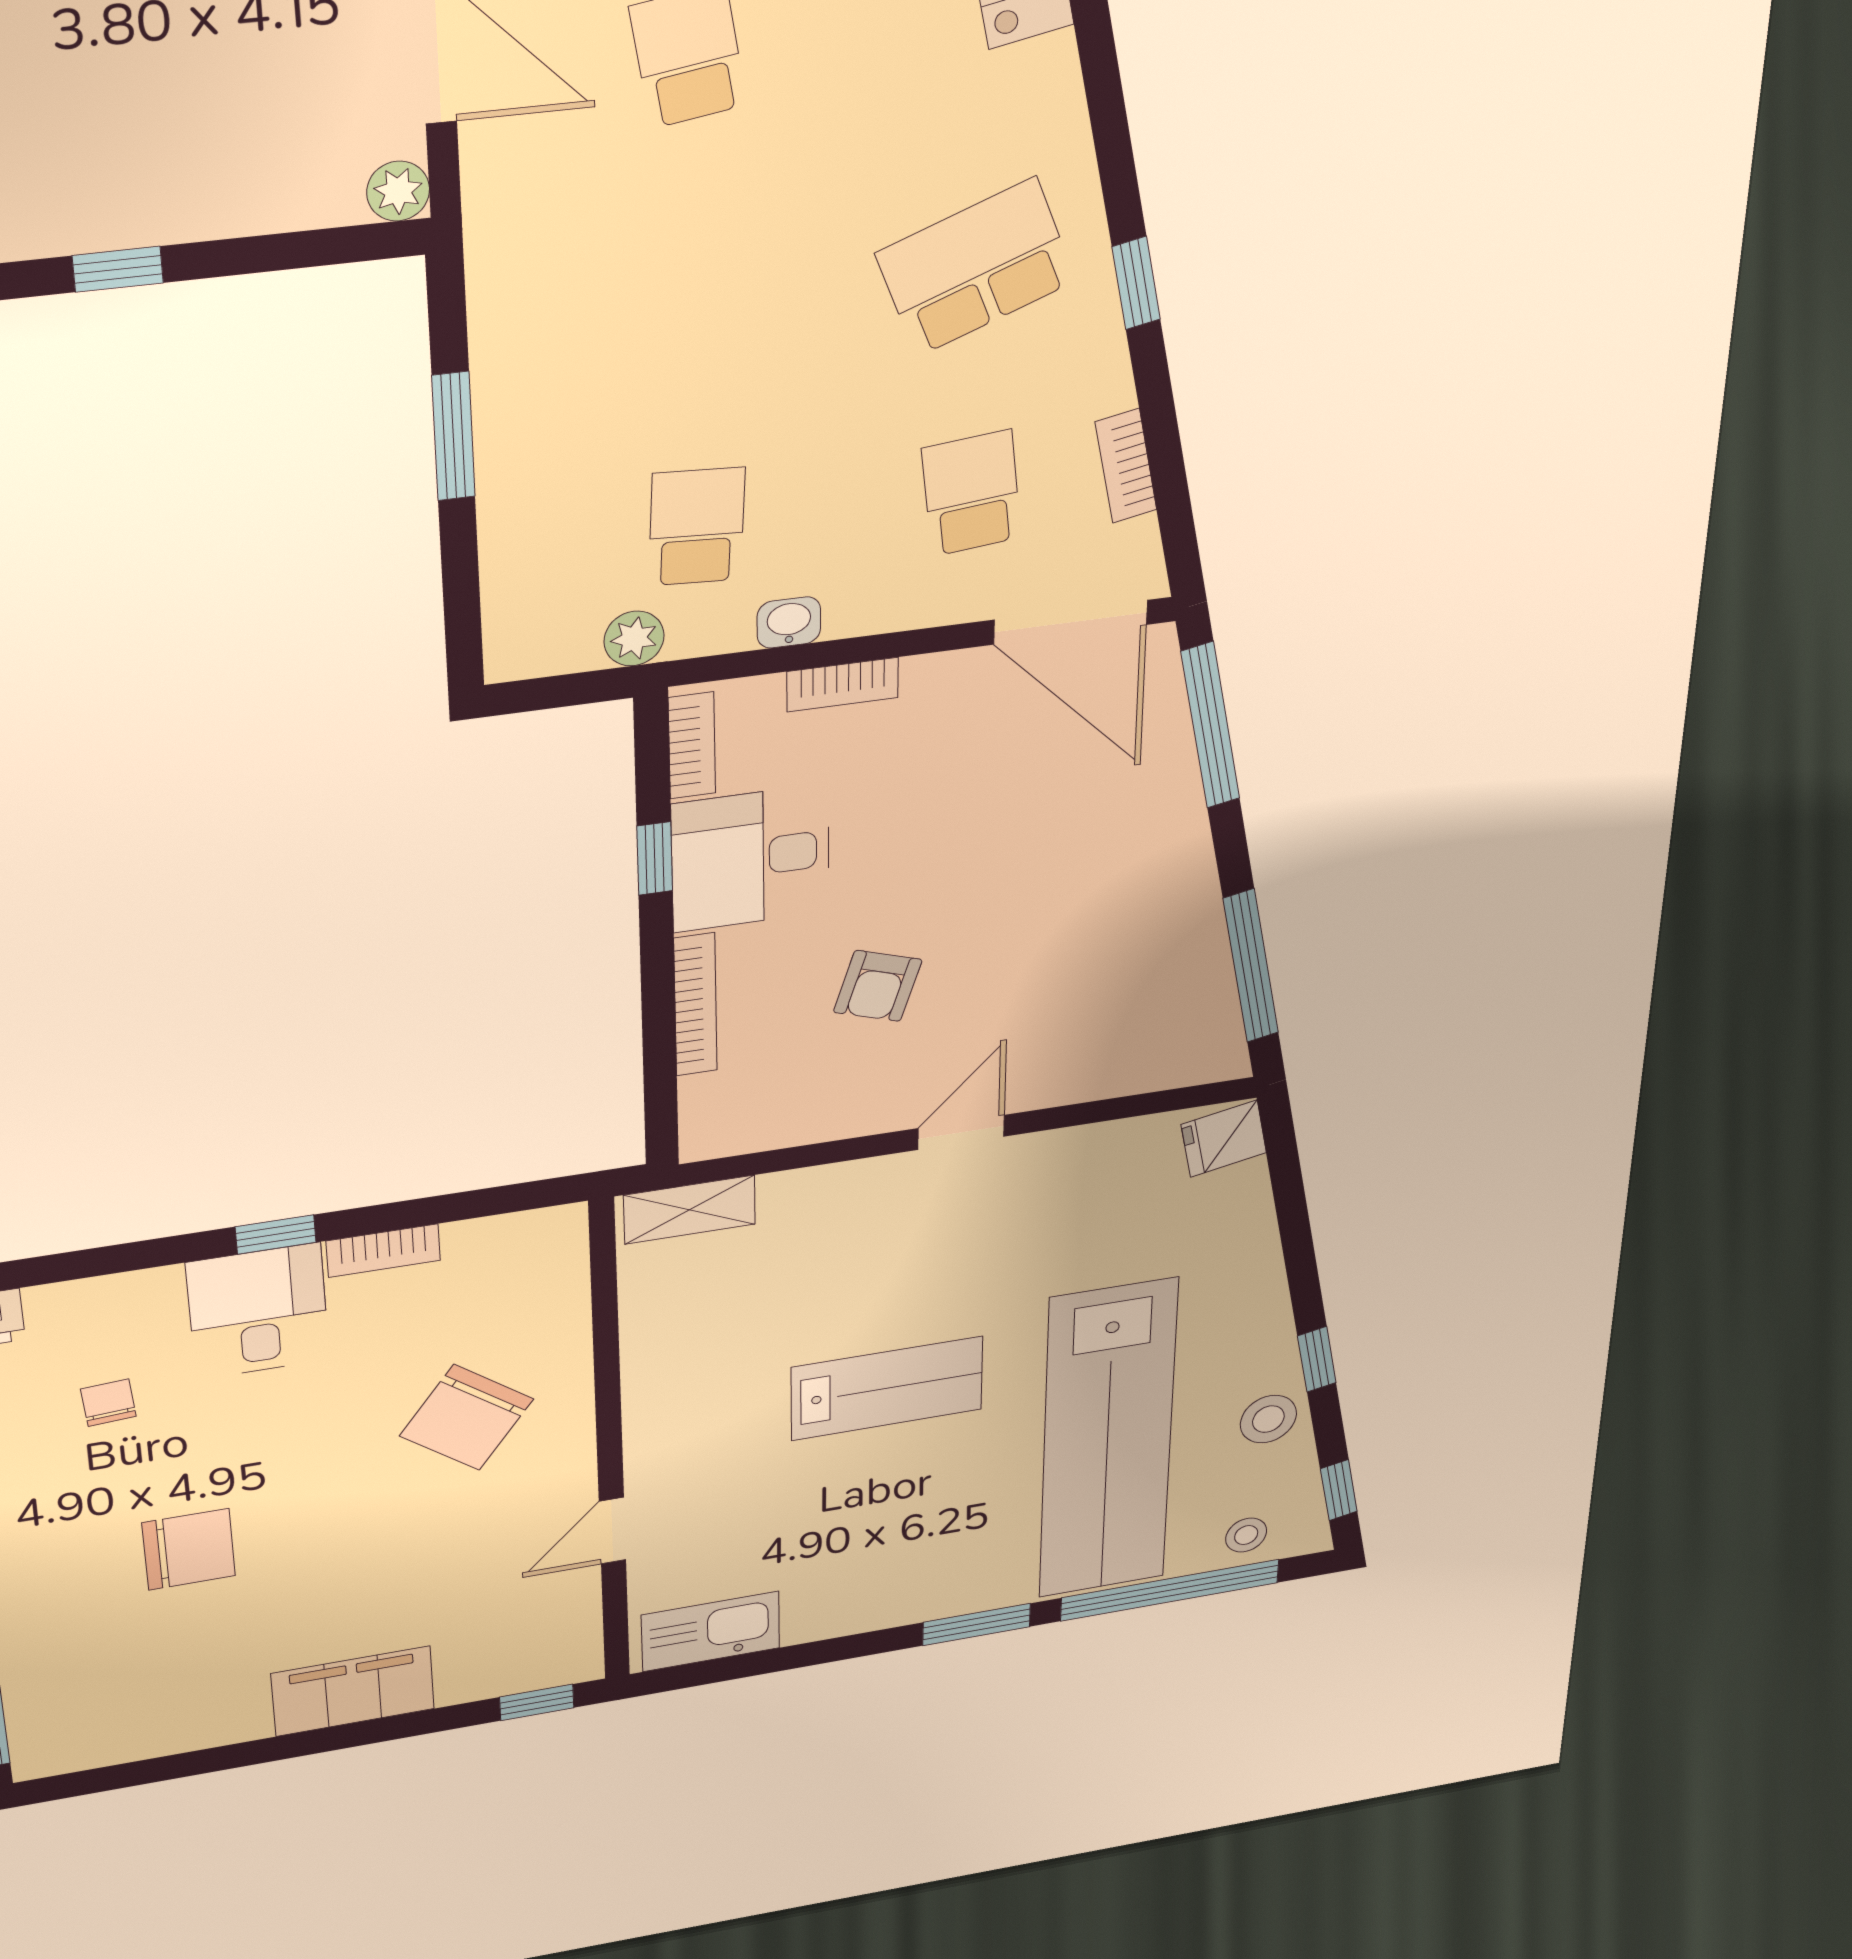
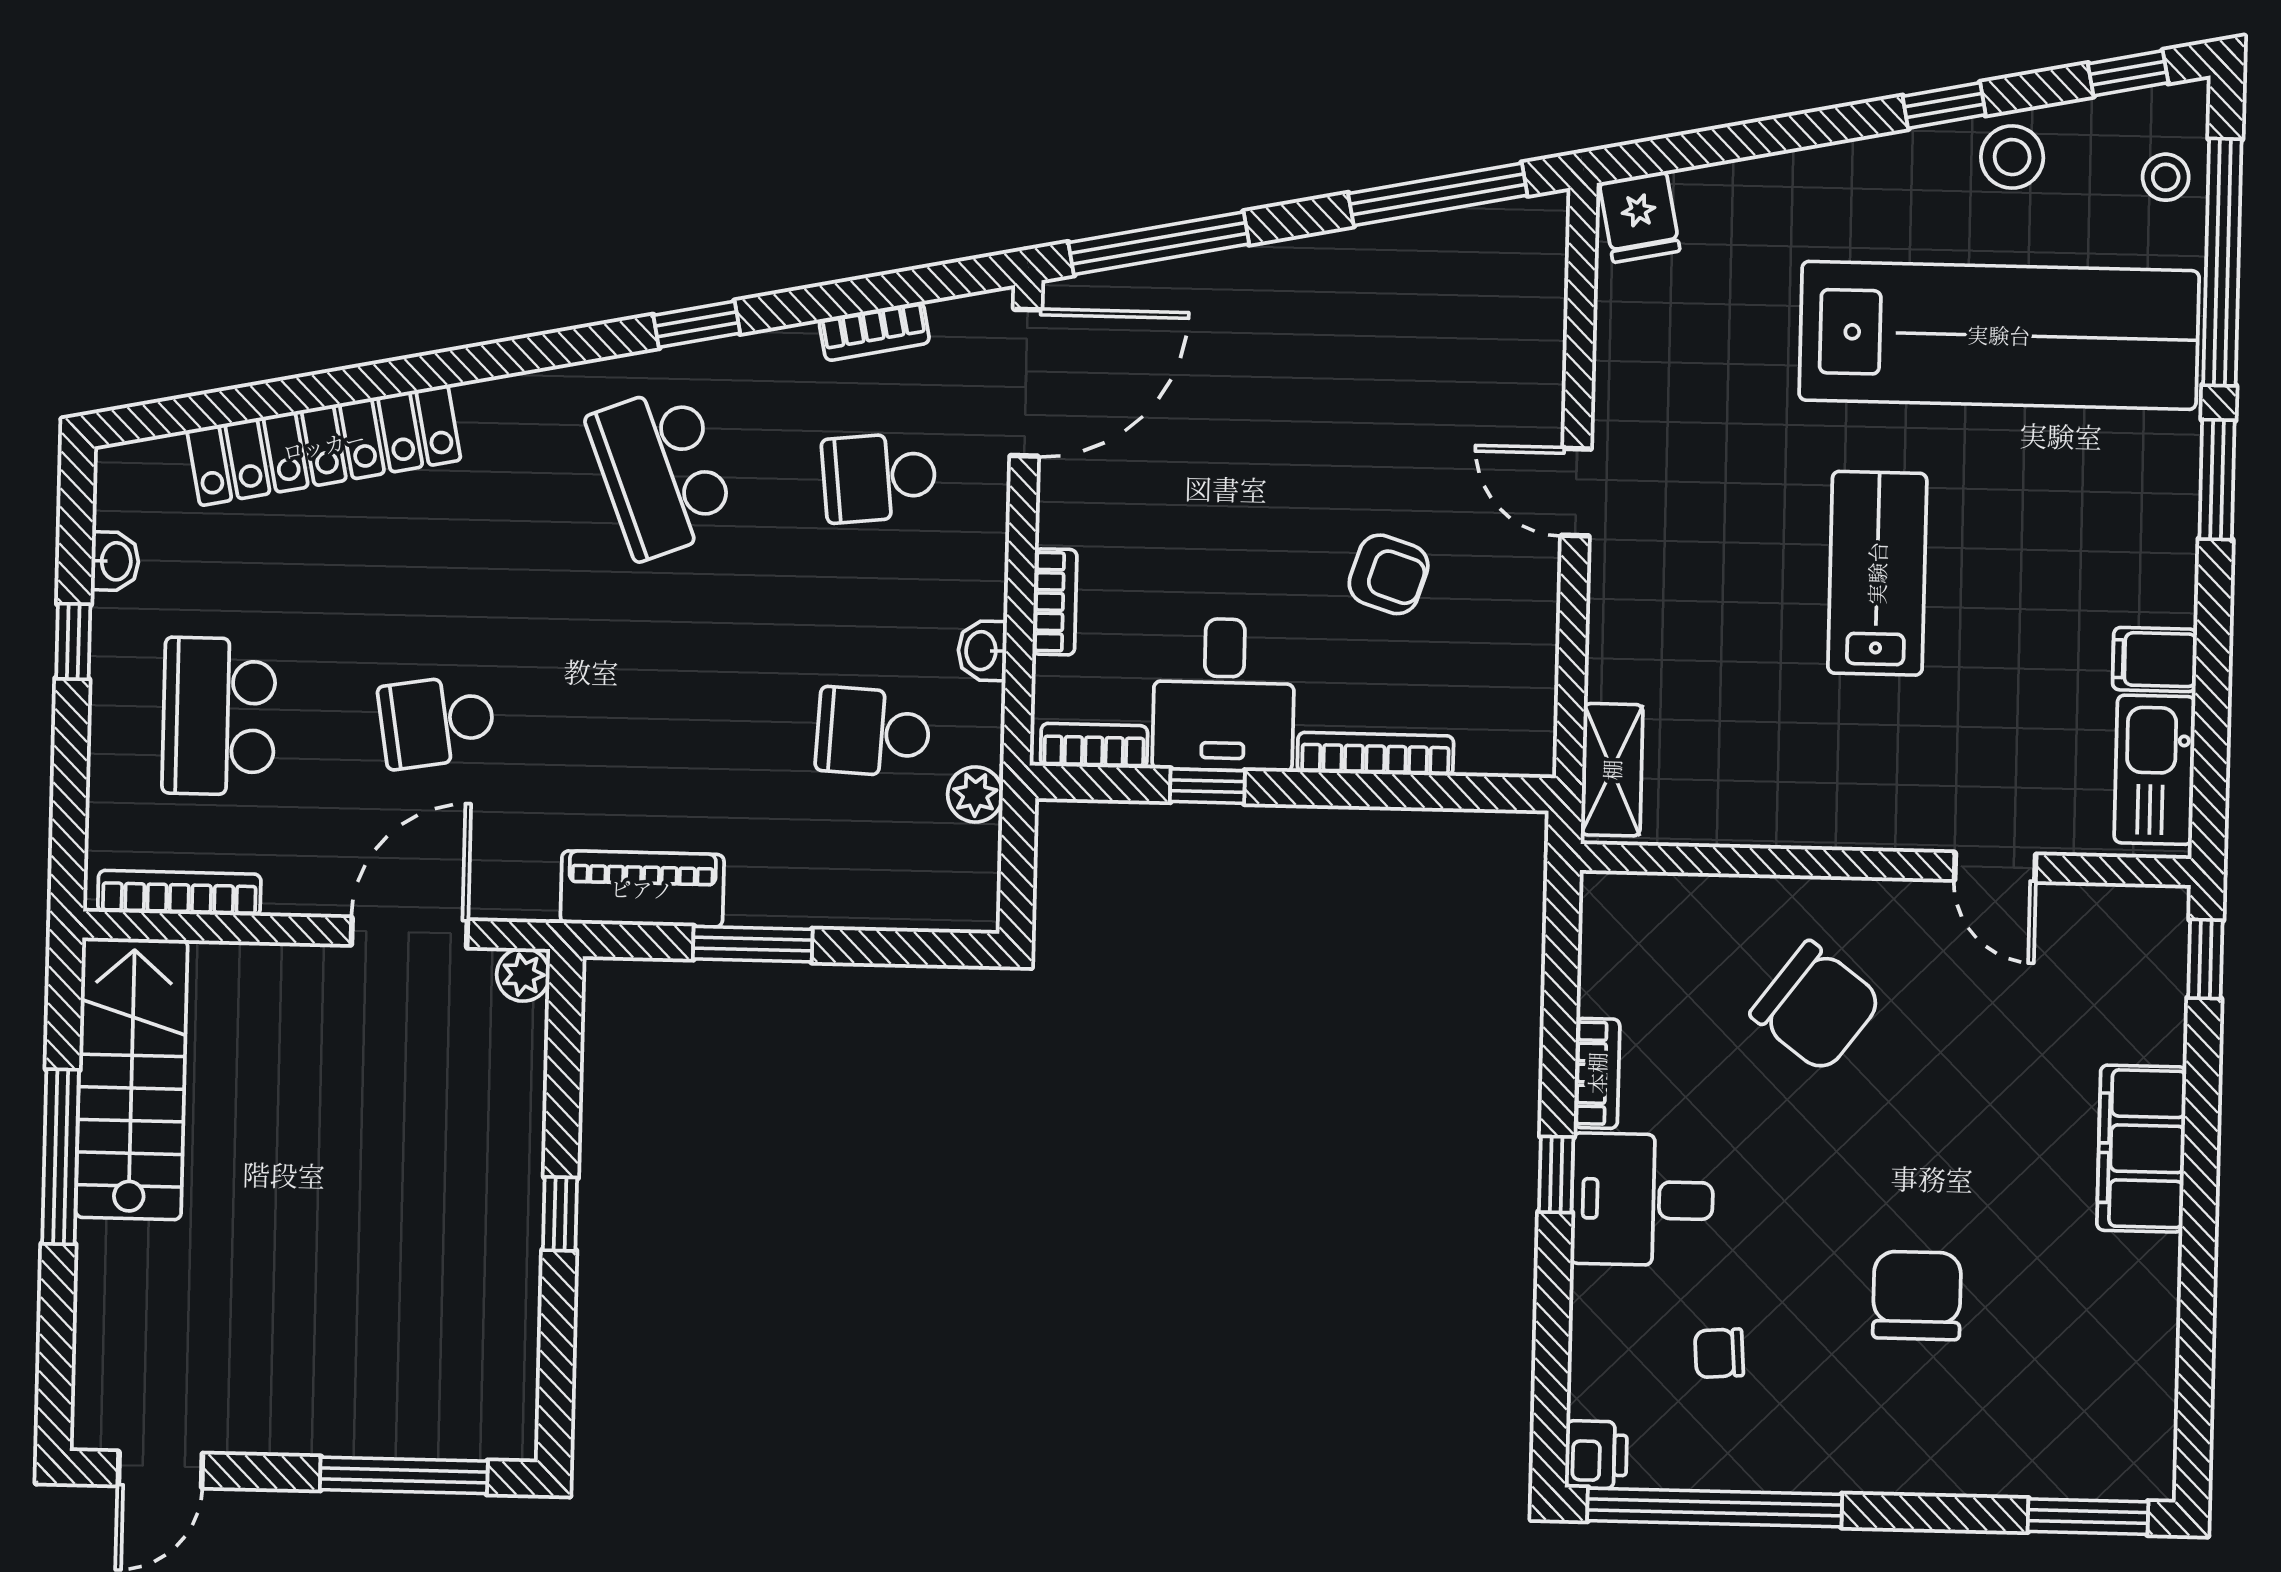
piano: (508, 310) -> (642, 889), added
filing cabinet: (812, 1612) -> (2155, 659), added

